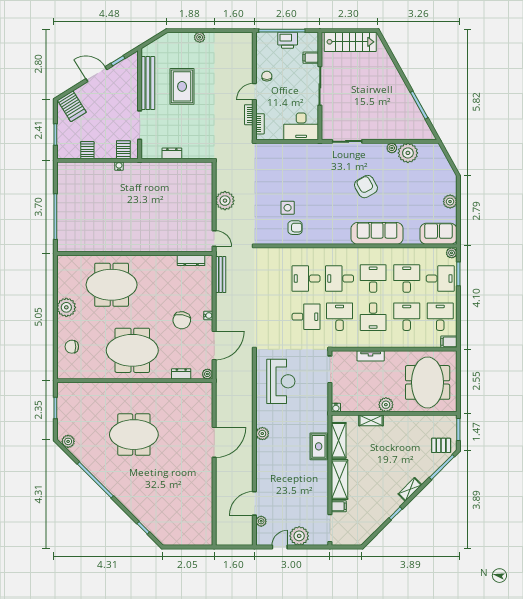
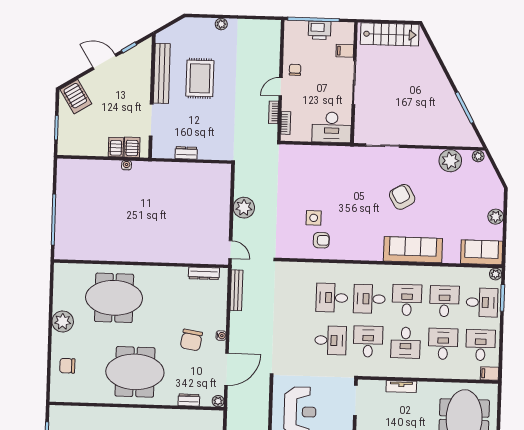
plant: (392, 148) -> (478, 156), moved
server rack: (87, 150) -> (116, 147), moved

